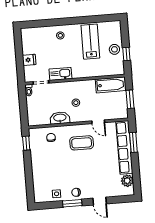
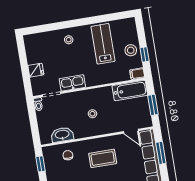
filing cabinet: (118, 71) -> (137, 74), added
washbasin: (60, 118) -> (62, 135), moved
door: (98, 122) -> (131, 131), moved

